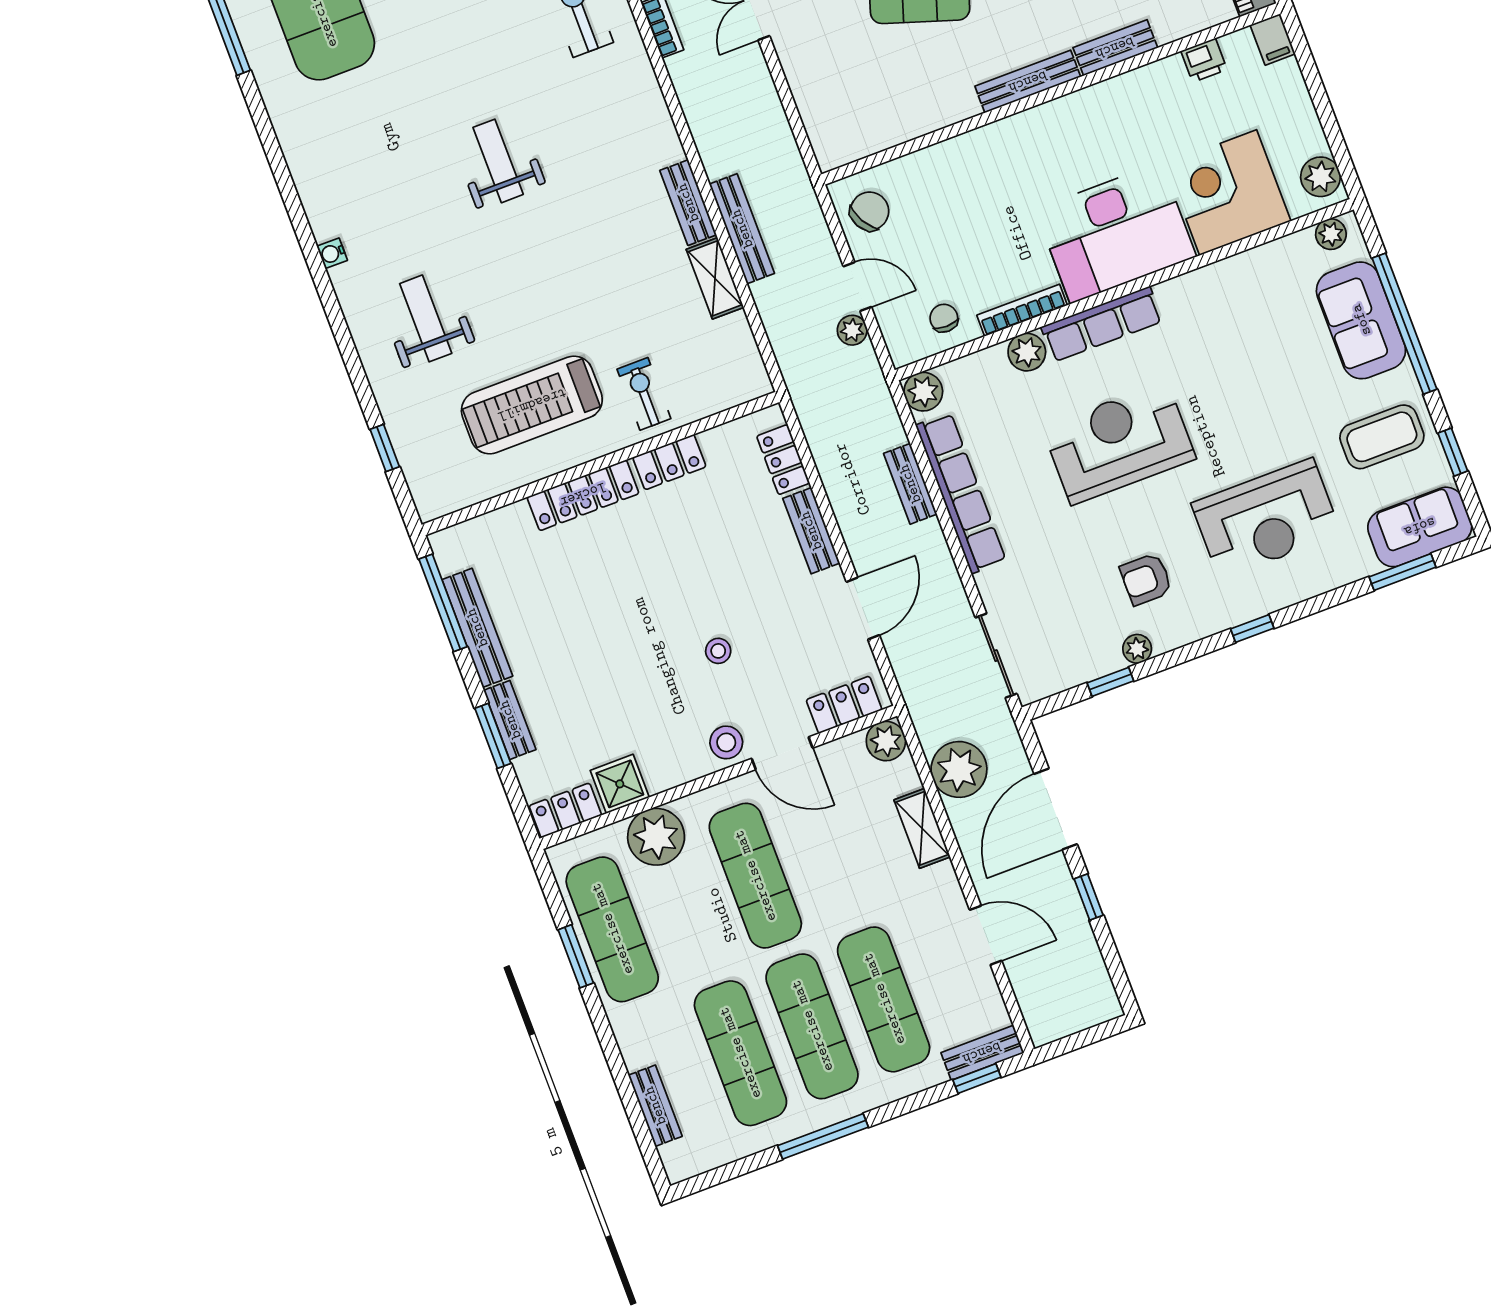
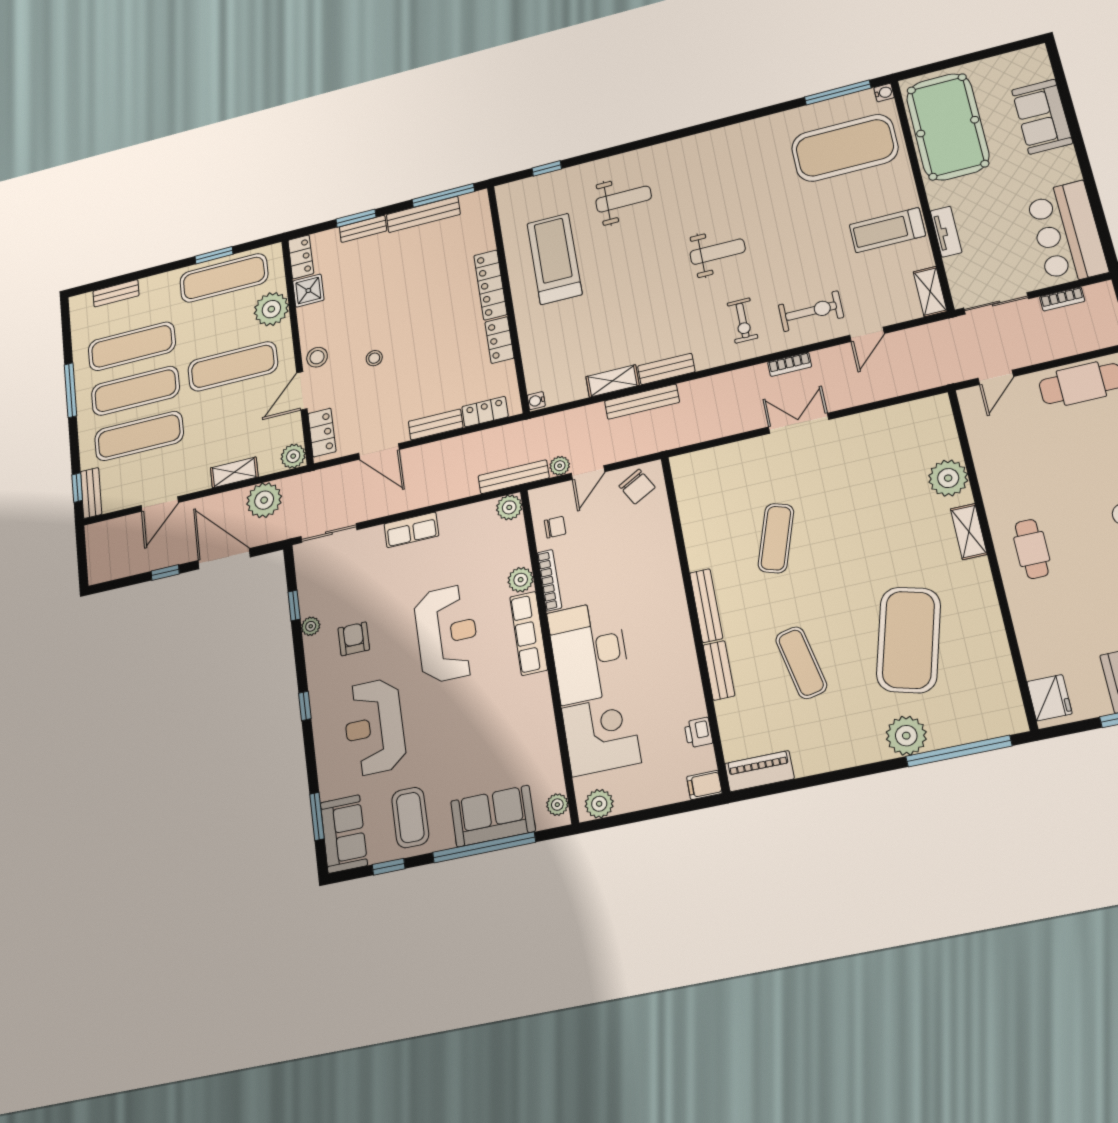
water cooler: (332, 253) -> (536, 401), moved, turned -90
exercise bike: (644, 394) -> (743, 320), moved, turned 90
bench: (910, 484) -> (514, 477), moved, width x1.36
row of seats: (961, 493) -> (411, 530), width x0.50

